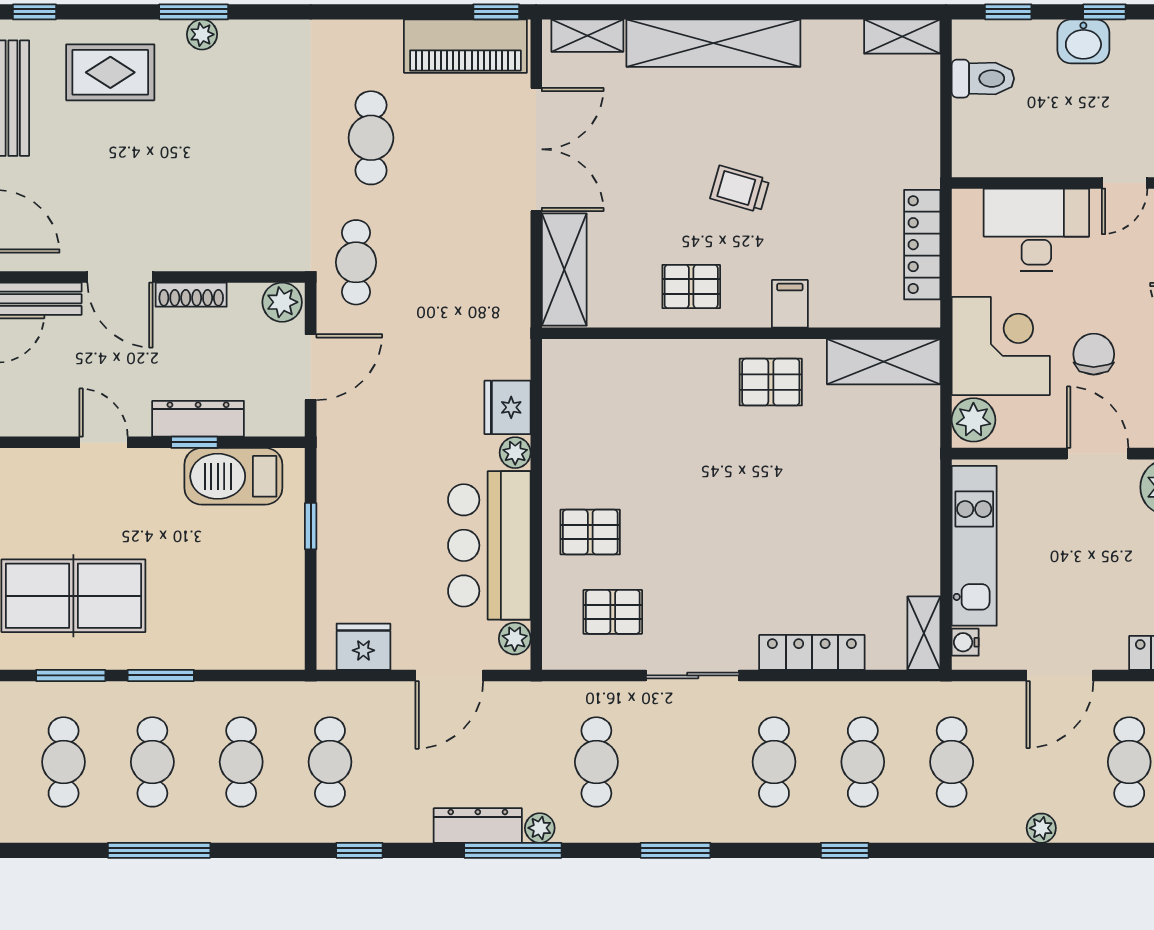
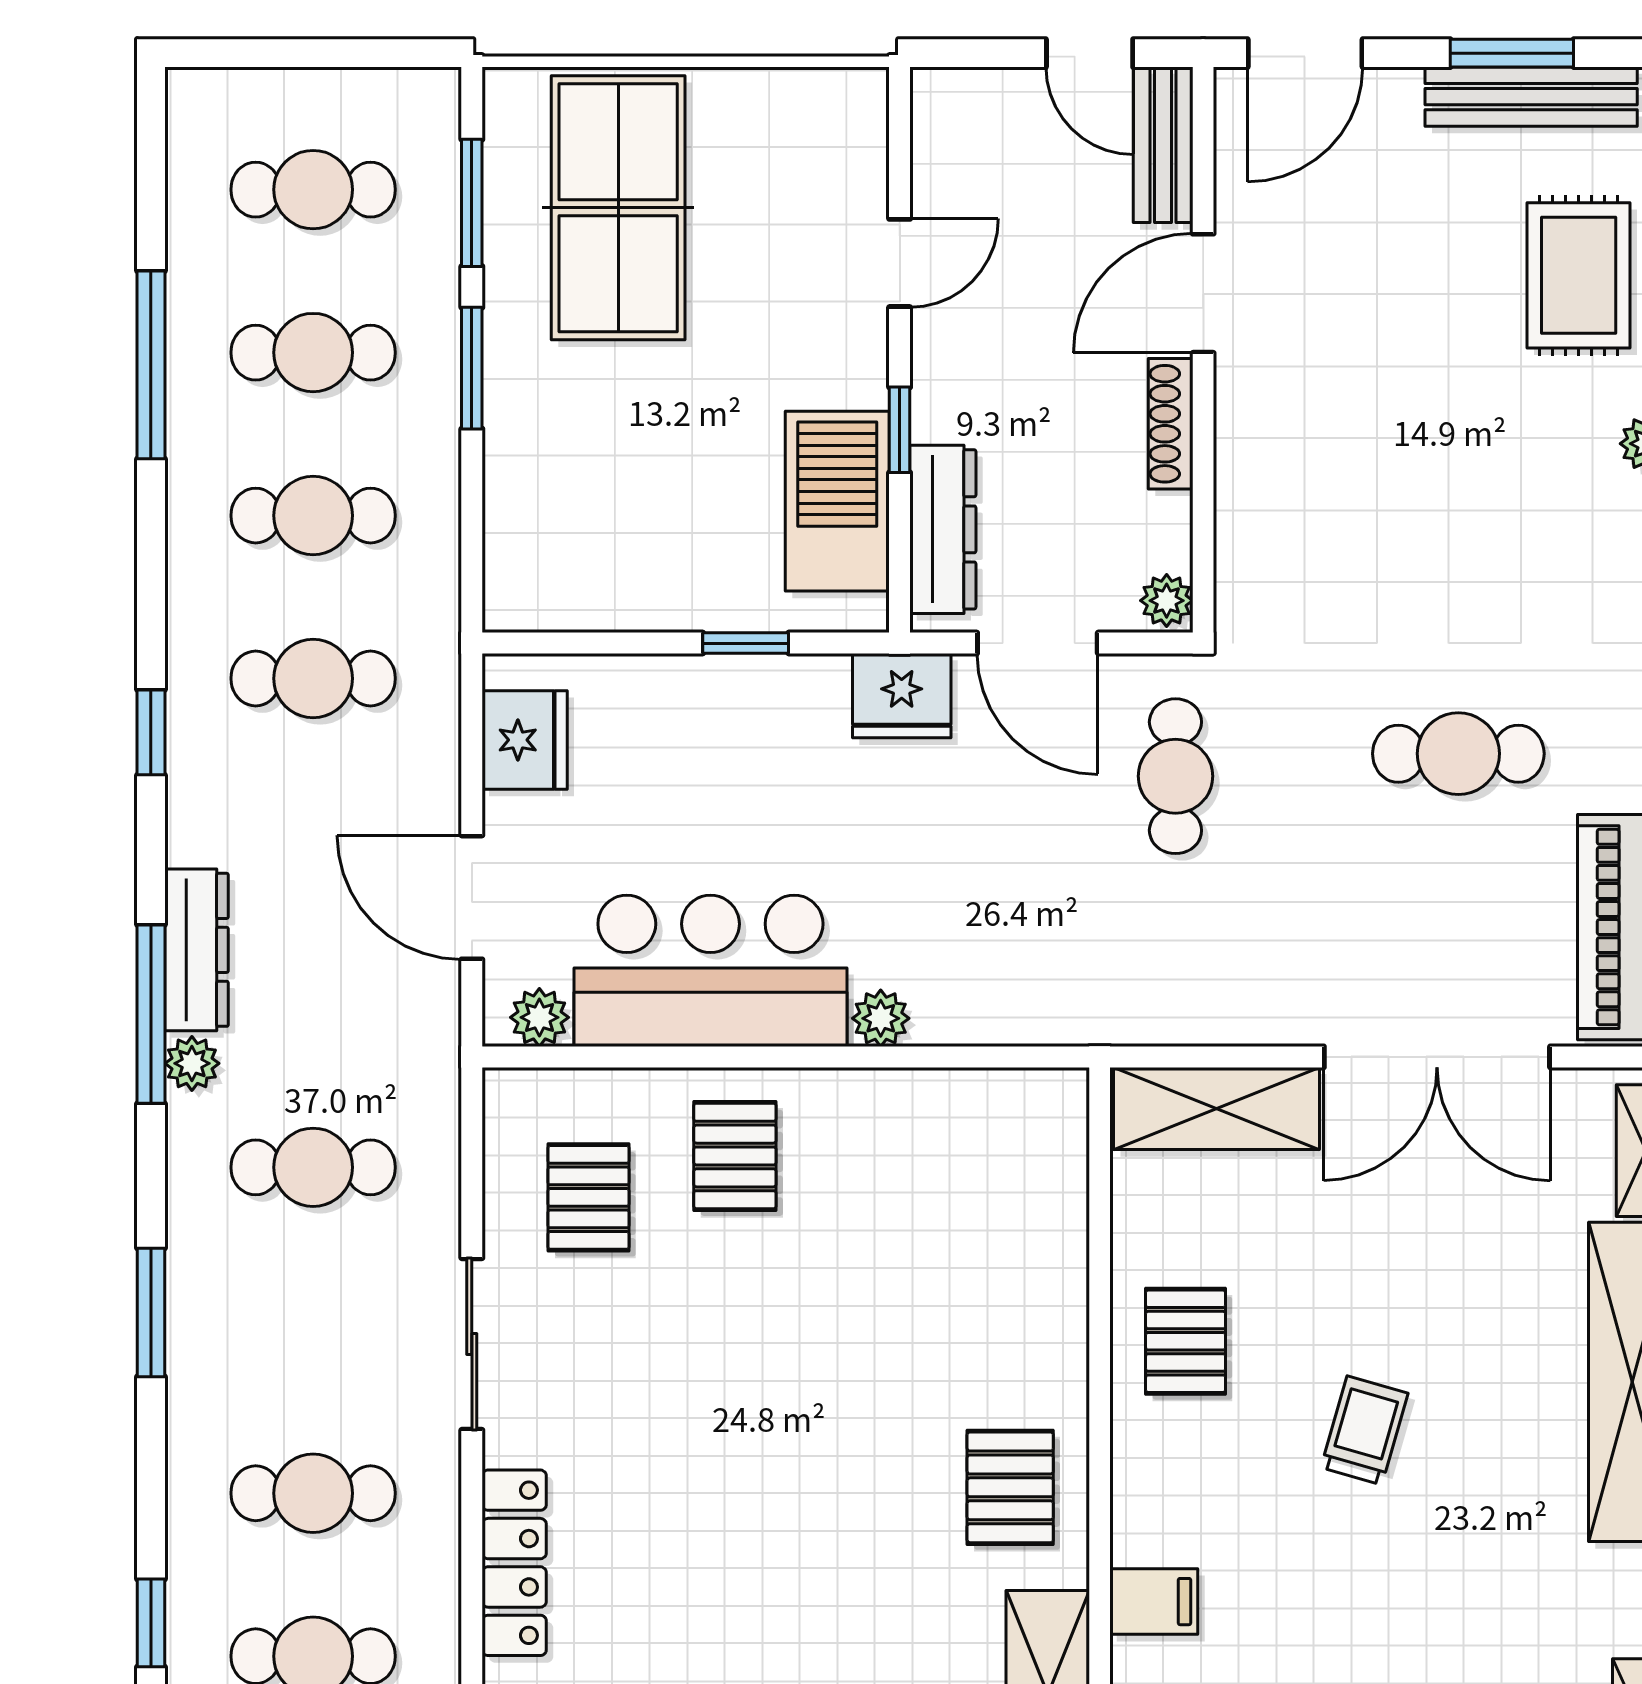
cafe table: (356, 262) -> (1175, 776), moved, turned 90
plant: (282, 302) -> (1167, 601), width x0.73, depth x0.73
filing cabinet: (790, 304) -> (1154, 1602), moved
fridge: (508, 407) -> (902, 696), moved, turned 180
dresser: (198, 419) -> (943, 529), moved

